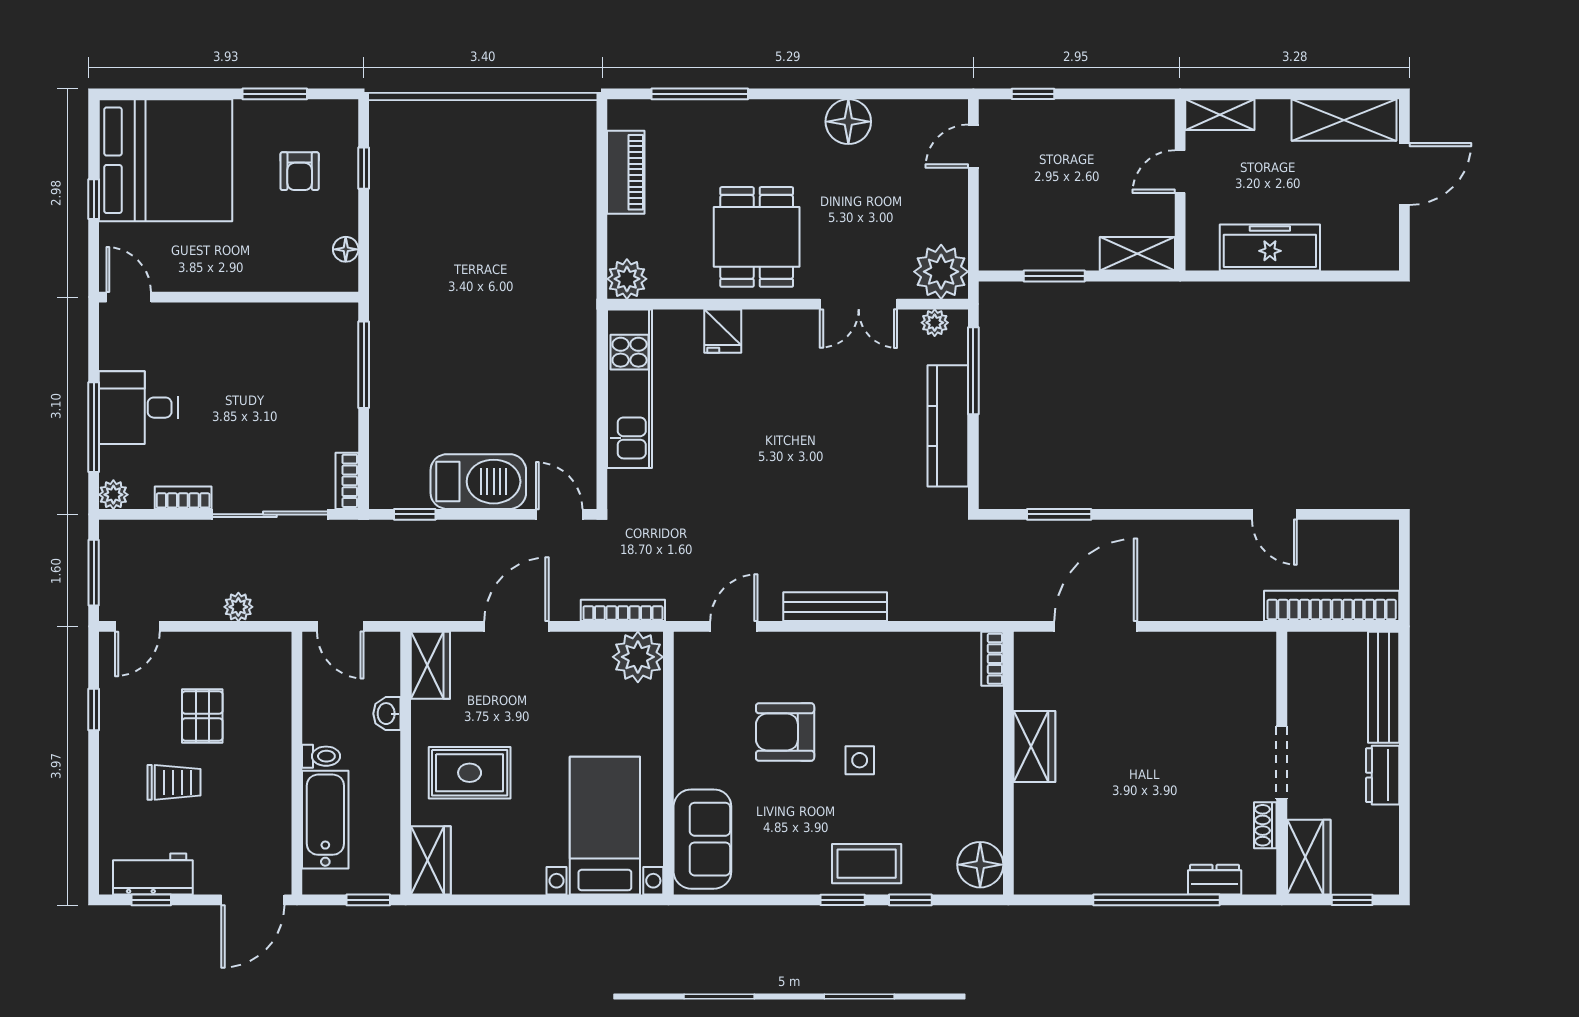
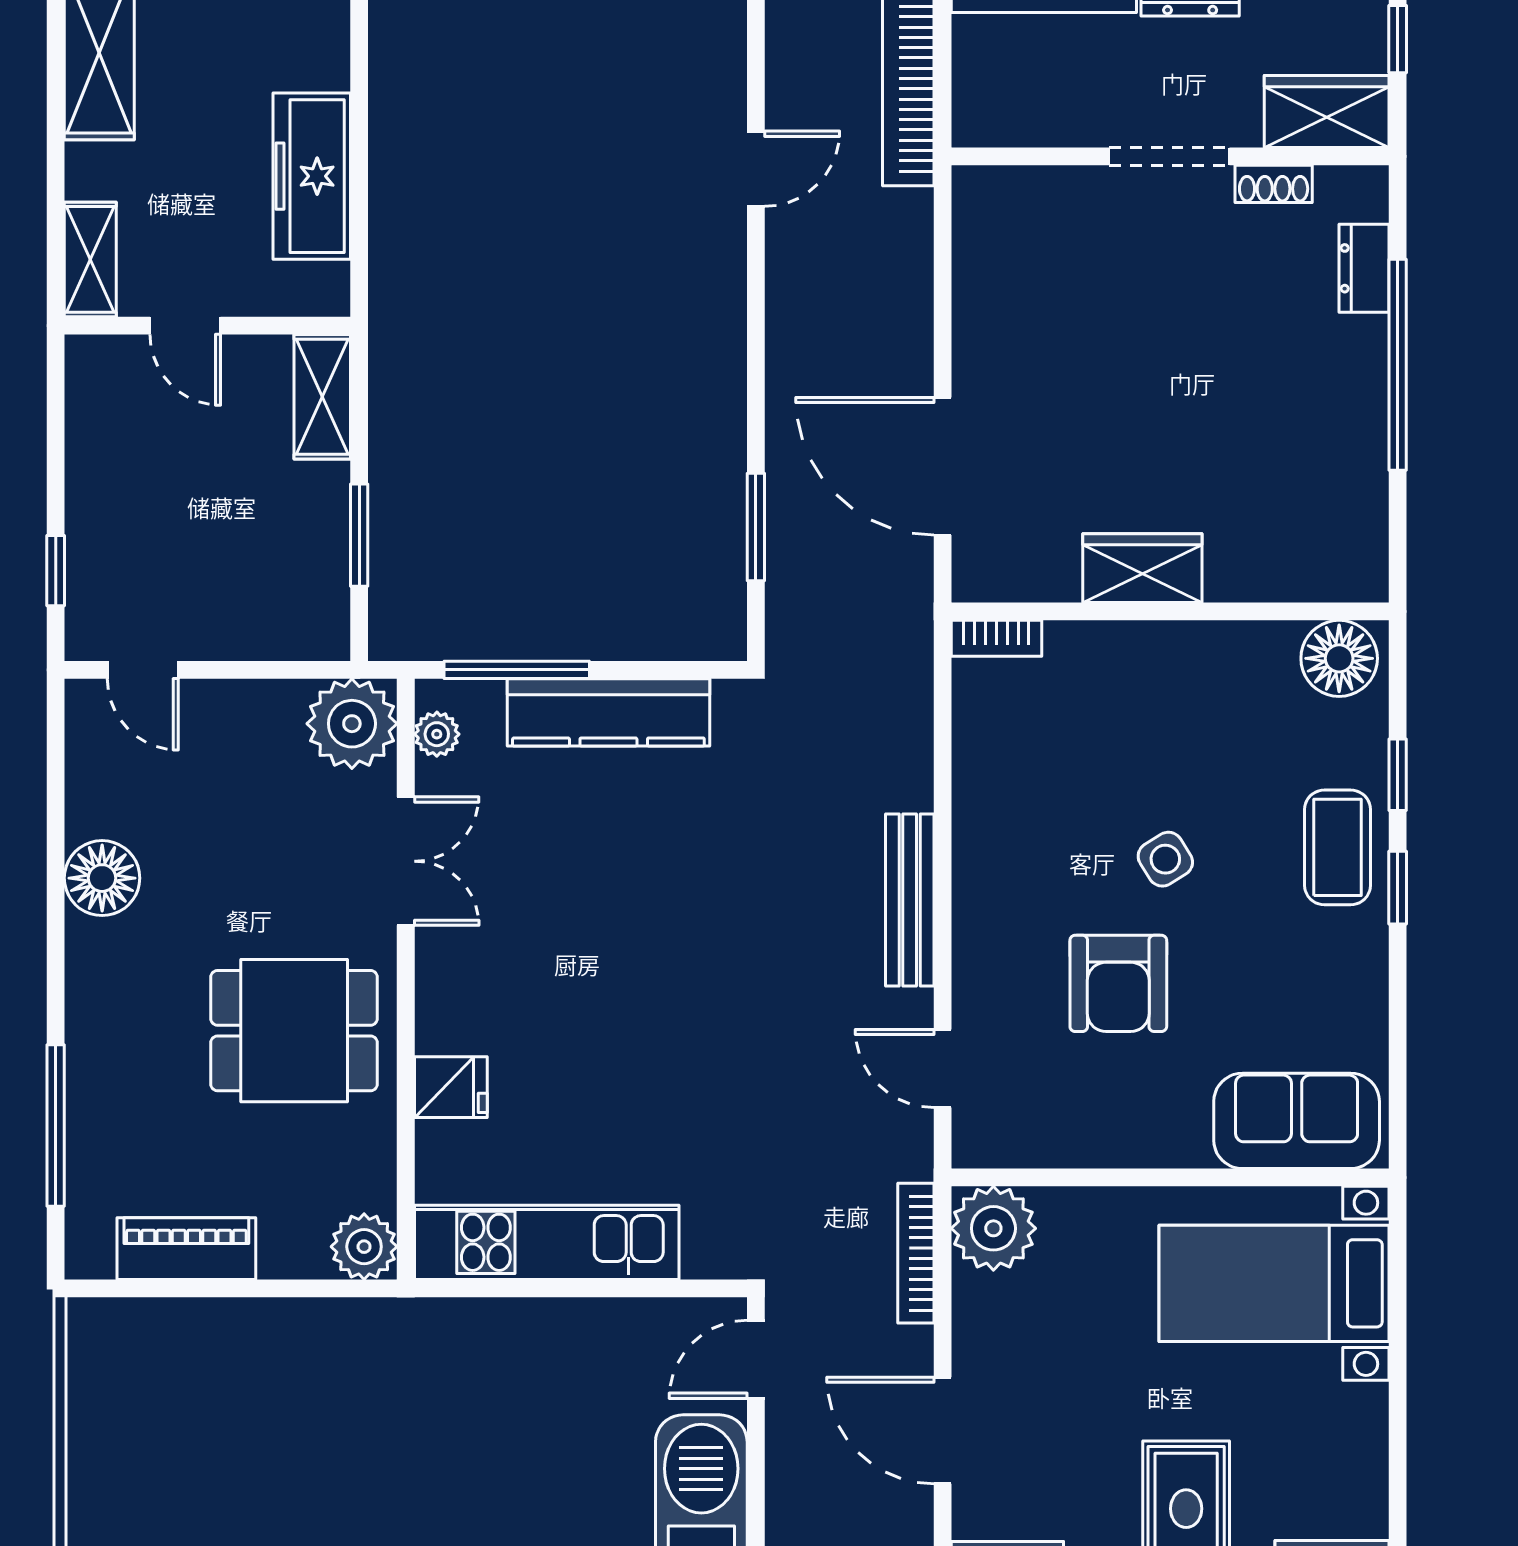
side table: (860, 760) -> (1165, 859), turned -32

